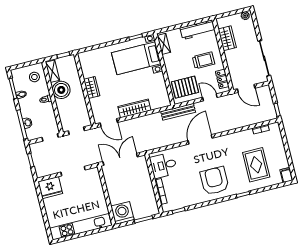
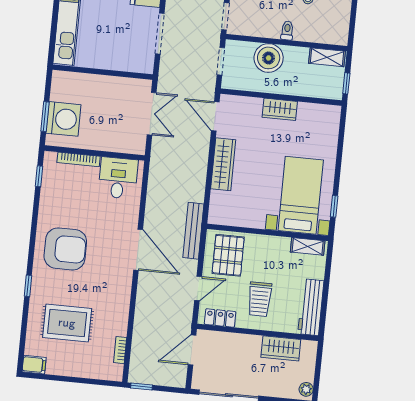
stool: (34, 77) -> (328, 26), removed
boiler: (61, 90) -> (269, 58), moved
door: (109, 123) -> (215, 116), hinge flipped
double door: (120, 159) -> (152, 114), width x0.73
washing machine: (122, 213) -> (63, 119), moved

